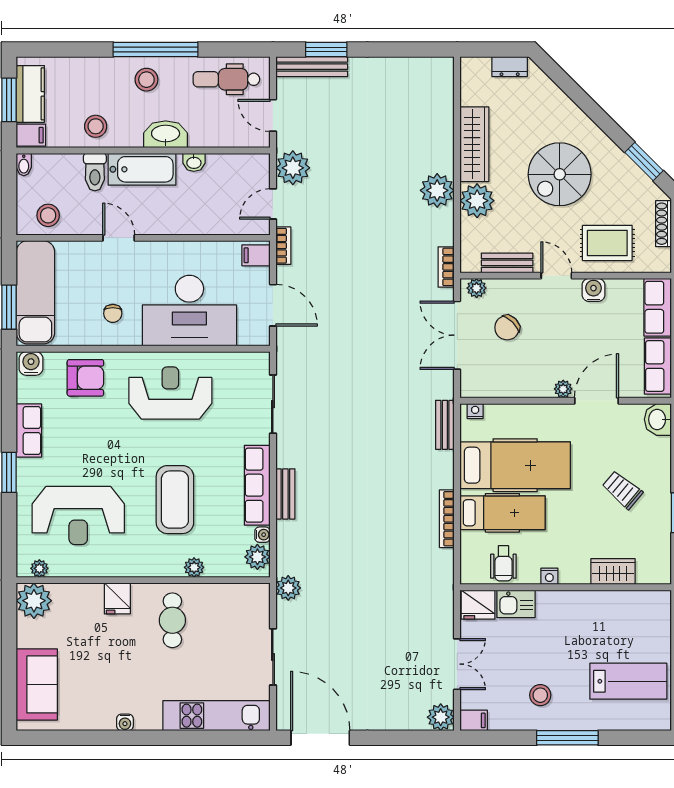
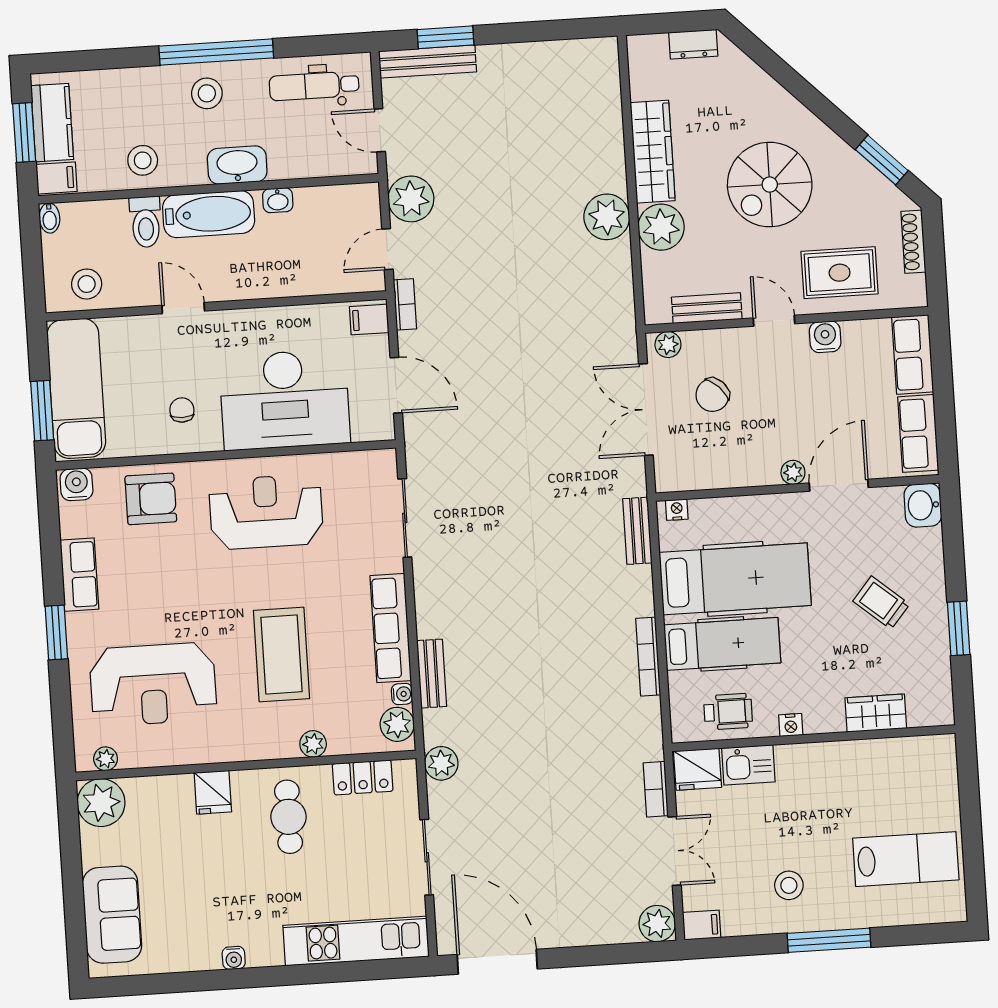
bookcase: (446, 267) -> (656, 789), moved
chair: (113, 313) -> (182, 410), turned 180
bench: (285, 494) -> (432, 674), moved
wheelchair: (503, 563) -> (728, 712), turned -90
locker: (229, 595) -> (363, 777), added

